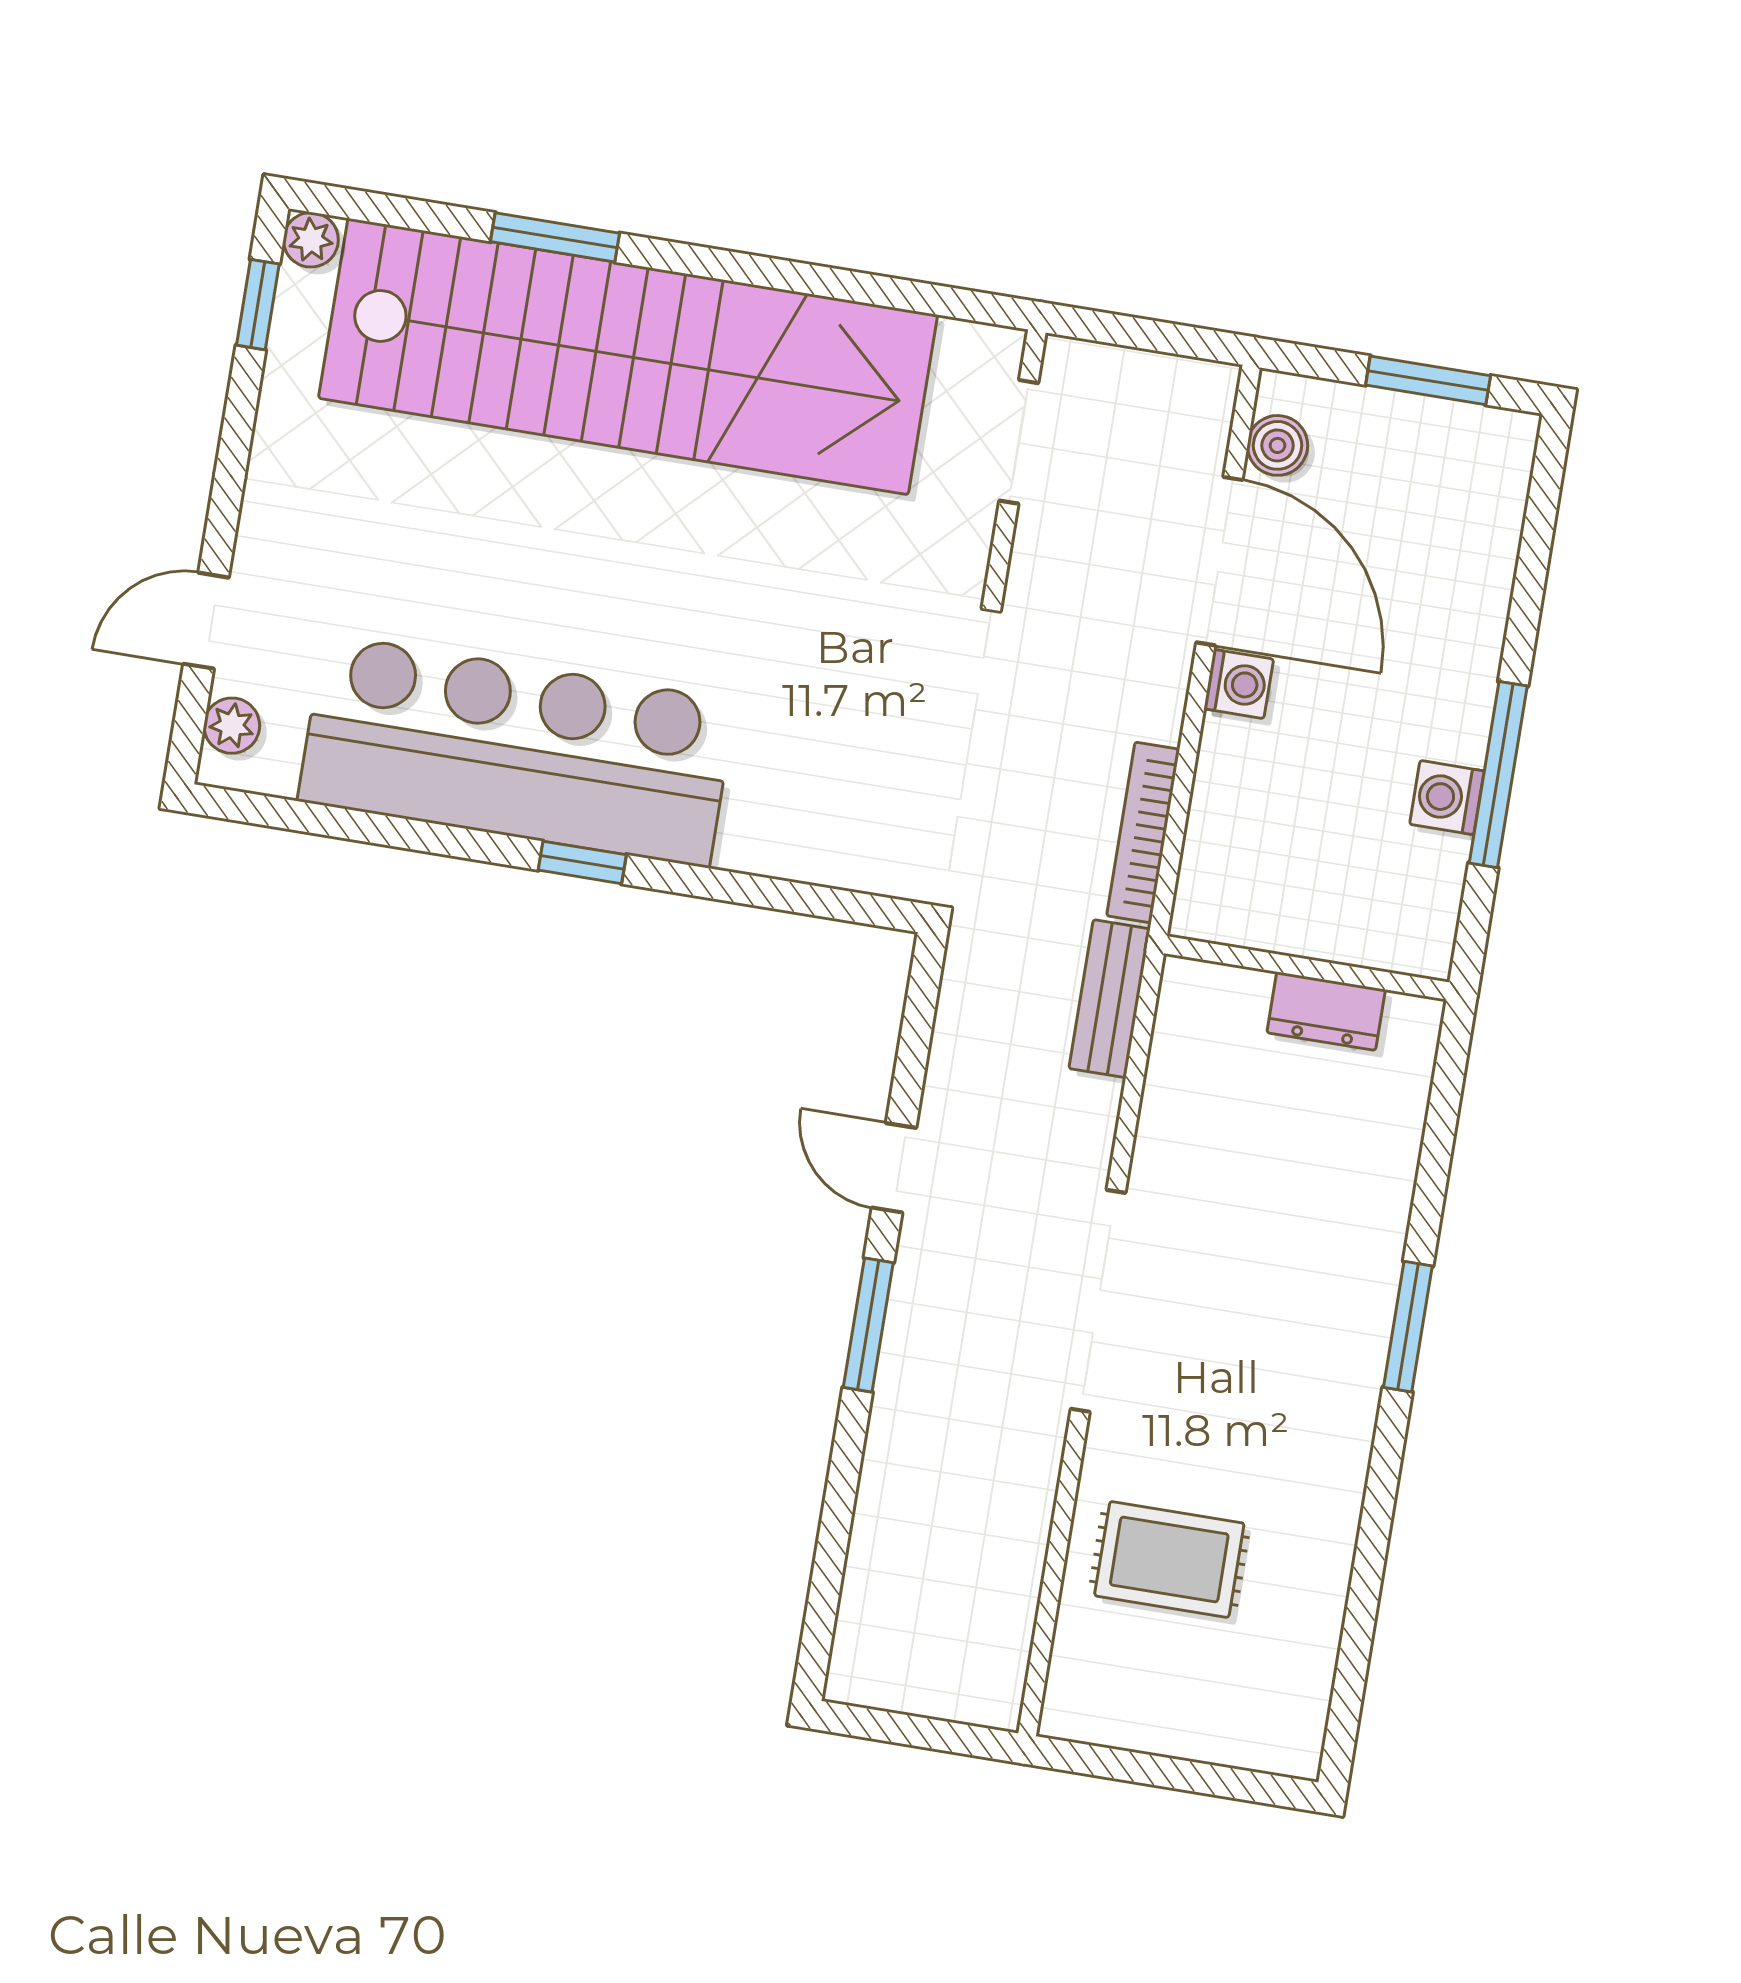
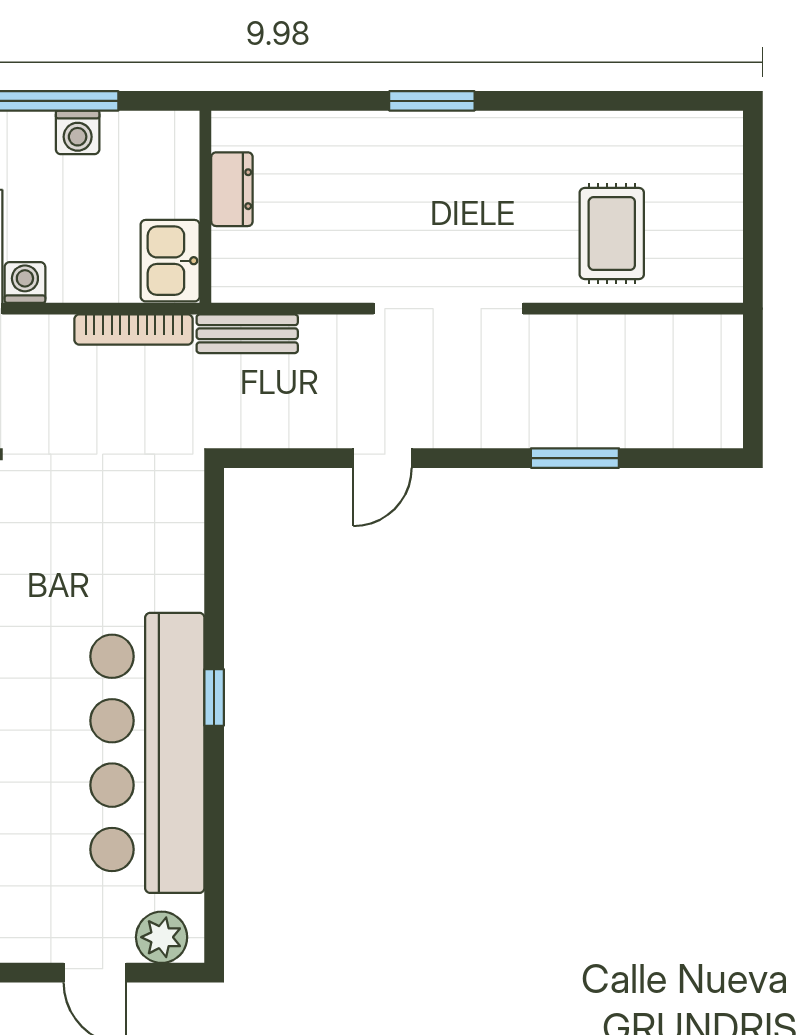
plant: (232, 726) -> (162, 937), width x1.38, depth x1.38
kitchen sink: (1236, 903) -> (170, 261), added
window: (868, 1325) -> (575, 458), moved

